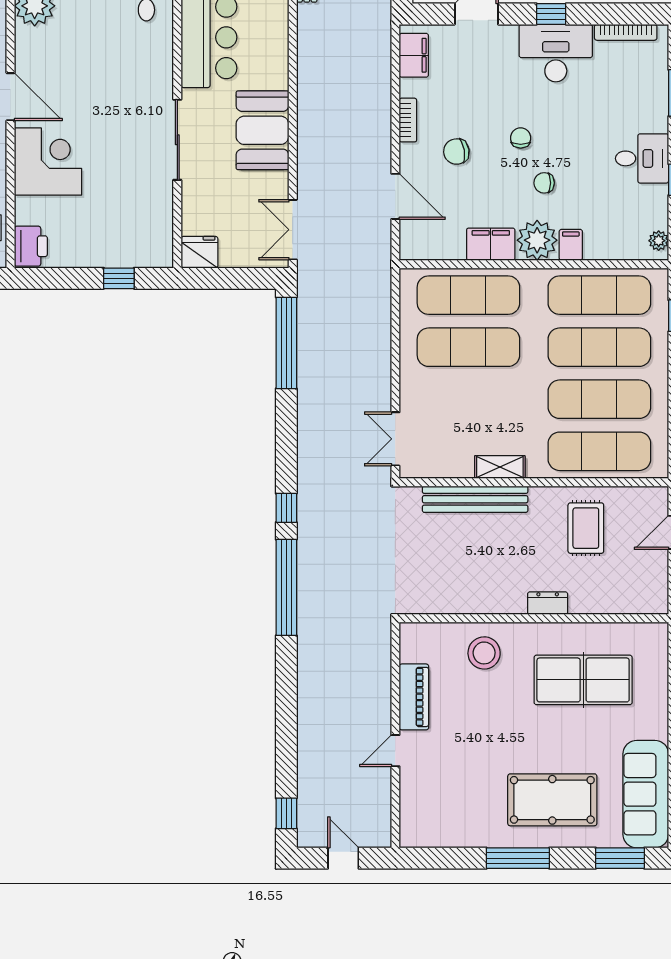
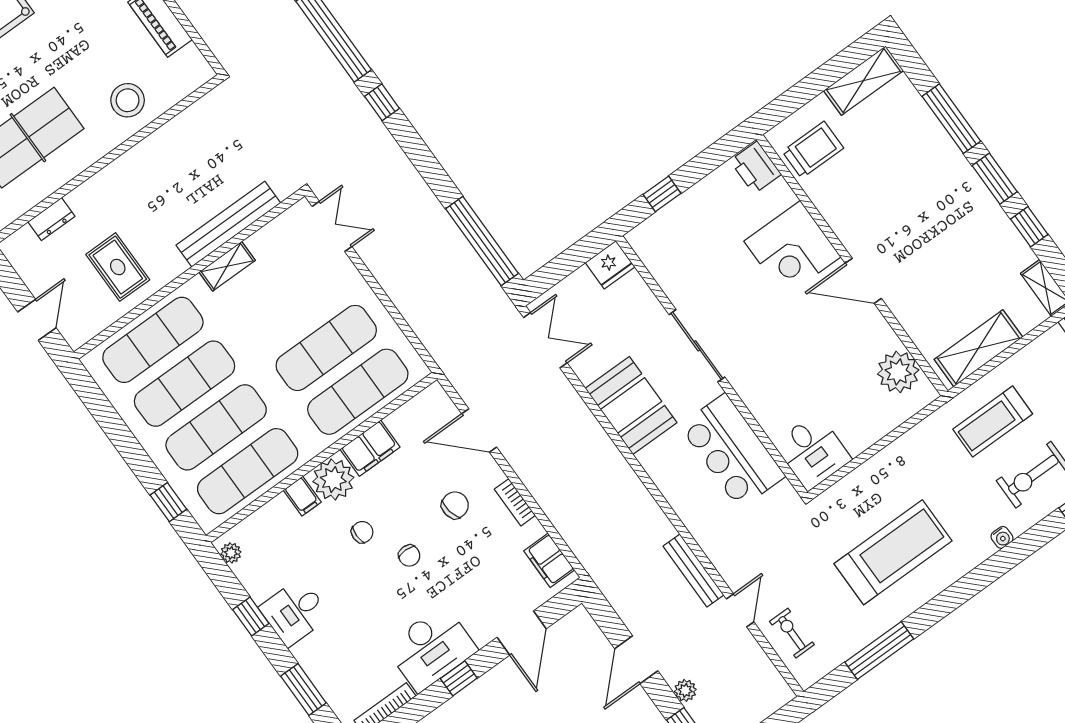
dresser: (548, 603) -> (51, 219), moved

